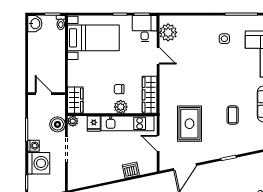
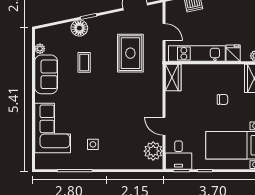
chair: (119, 89) -> (222, 99), moved
wardrobe: (150, 95) -> (173, 77), width x0.67
plant: (121, 107) -> (204, 71), removed
floor lamp: (237, 147) -> (79, 28), added

